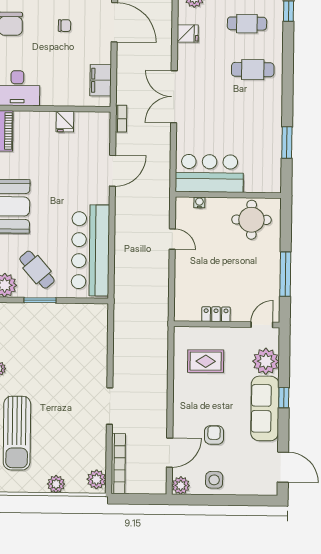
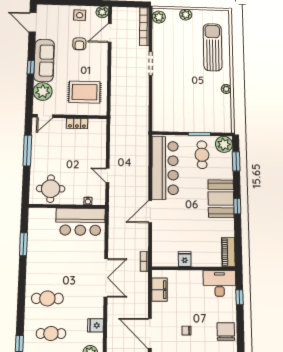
door: (112, 171) -> (150, 212), moved
cafe table: (37, 270) -> (202, 155), turned 41
rug: (206, 361) -> (85, 92), width x1.36, depth x1.43

